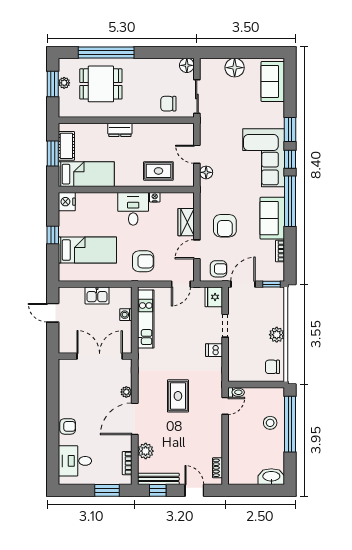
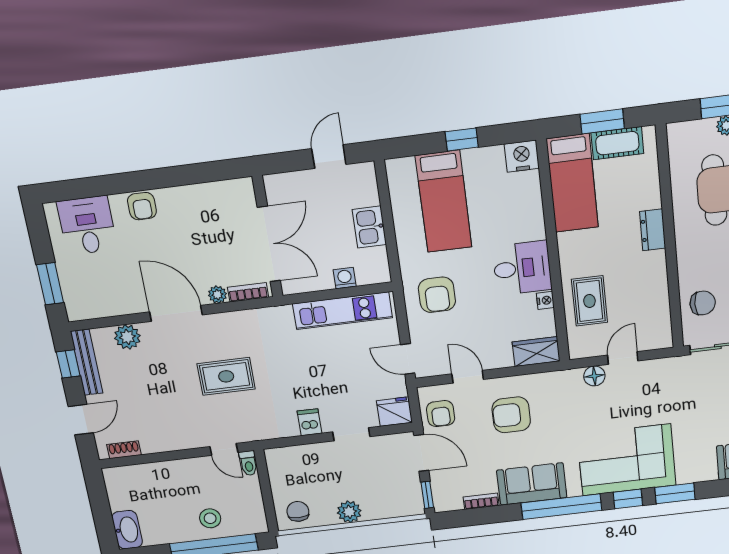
chair: (168, 104) -> (703, 303), turned 90
wardrobe: (186, 222) -> (536, 351), moved
bookcase: (127, 463) -> (248, 292), moved

